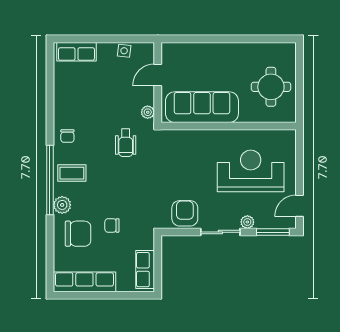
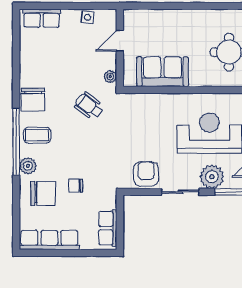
sofa: (202, 107) -> (163, 72), width x0.73
chair: (67, 136) -> (33, 99), width x1.87, depth x1.87
wheelchair: (126, 143) -> (89, 106), turned 127
plant: (247, 222) -> (212, 177), width x1.88, depth x1.88

